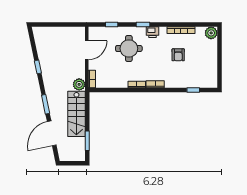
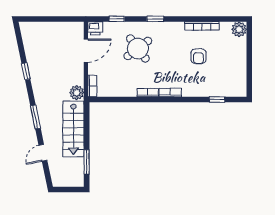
printer: (153, 32) -> (95, 28), moved
round table: (129, 48) -> (138, 48), turned -37
door: (52, 133) -> (43, 153), width x0.53

